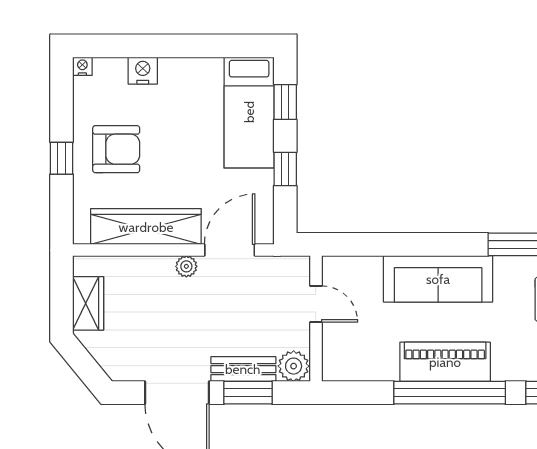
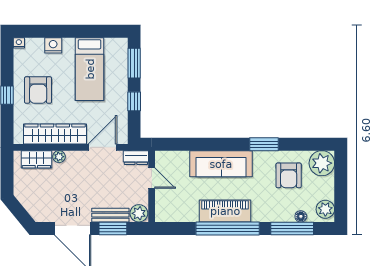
window: (285, 102) -> (134, 63), width x1.50
bed: (249, 112) -> (90, 69), moved
armchair: (116, 149) -> (38, 90), turned 90
plant: (186, 266) -> (59, 157), moved
dresser: (288, 268) -> (136, 158), added
wardrobe: (88, 303) -> (36, 159), moved, turned 90

